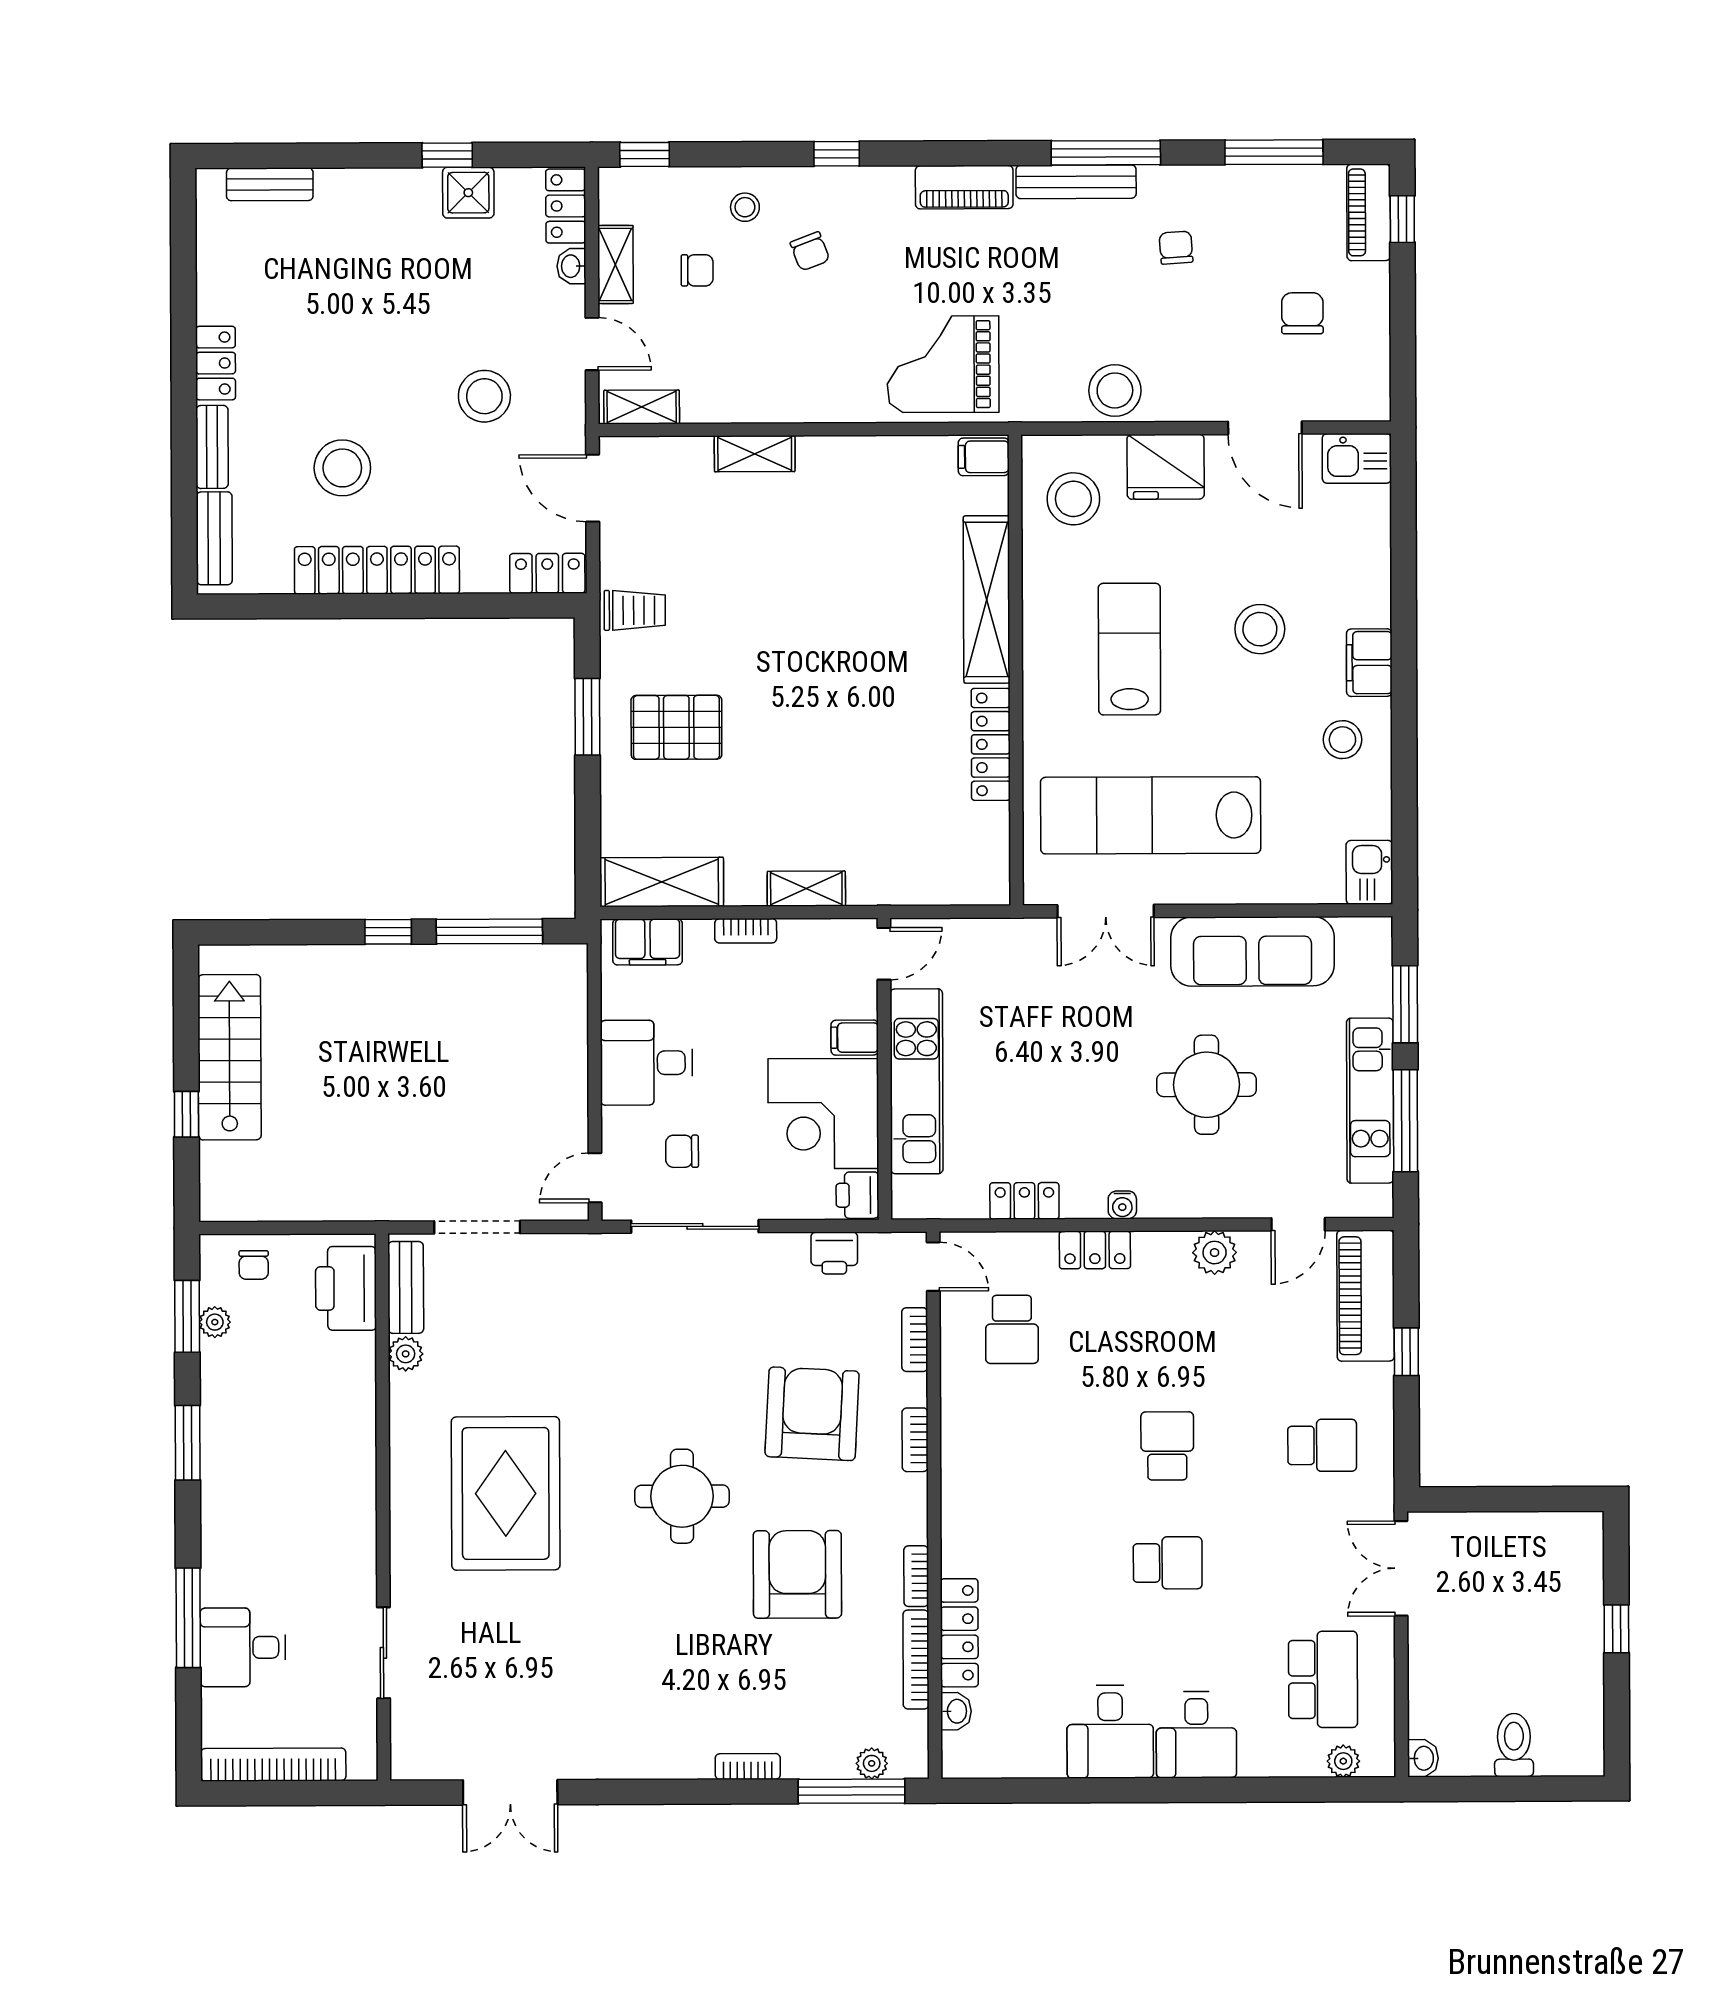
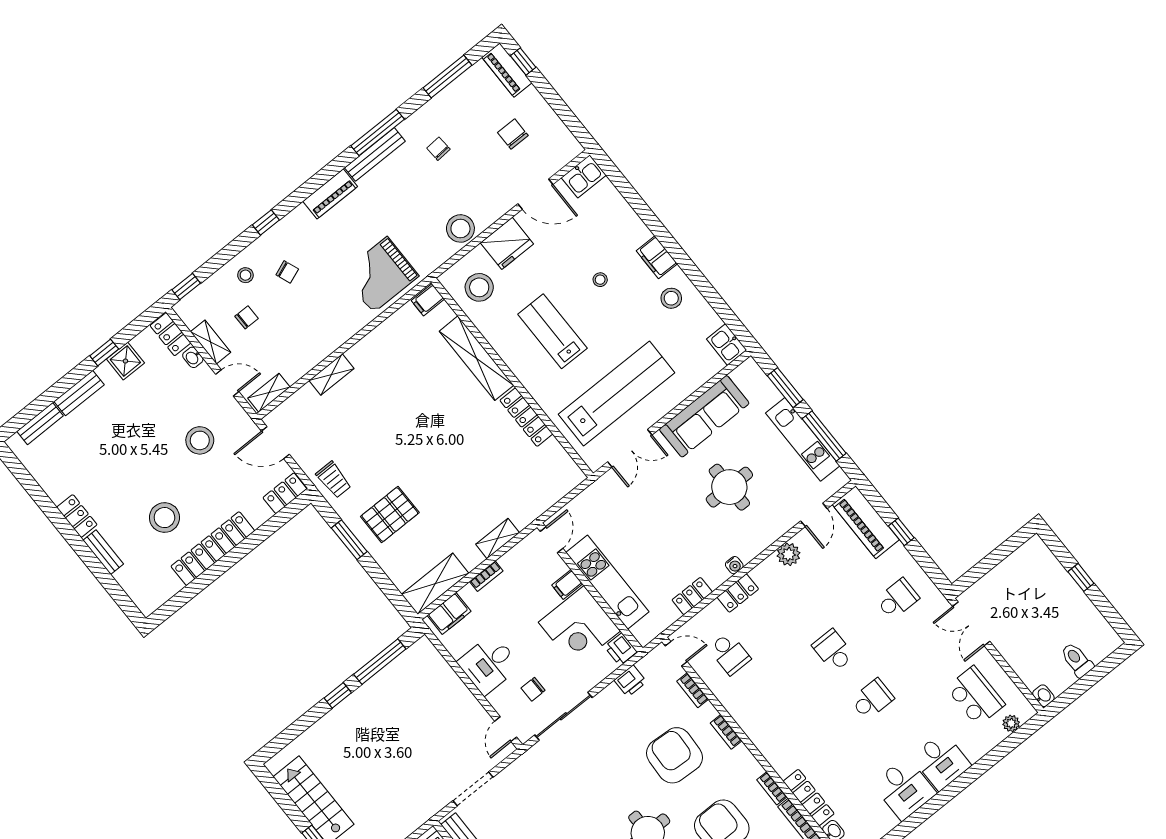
bench: (214, 538) -> (79, 393), moved, turned 90
trolley: (635, 610) -> (334, 480), turned 90
stool: (1260, 629) -> (600, 280), width x0.53, depth x0.53
lab bench: (1151, 815) -> (617, 394), turned 180

